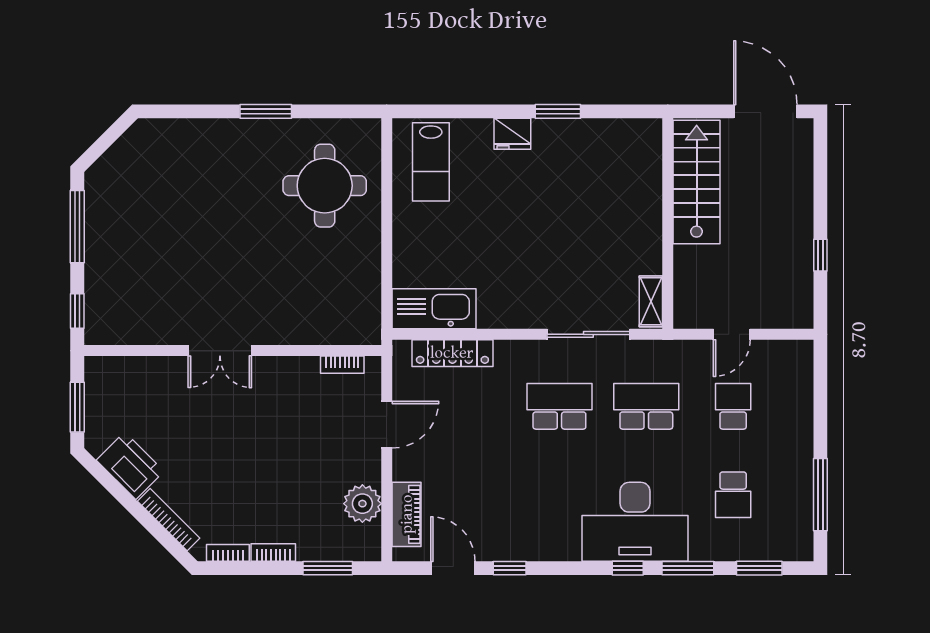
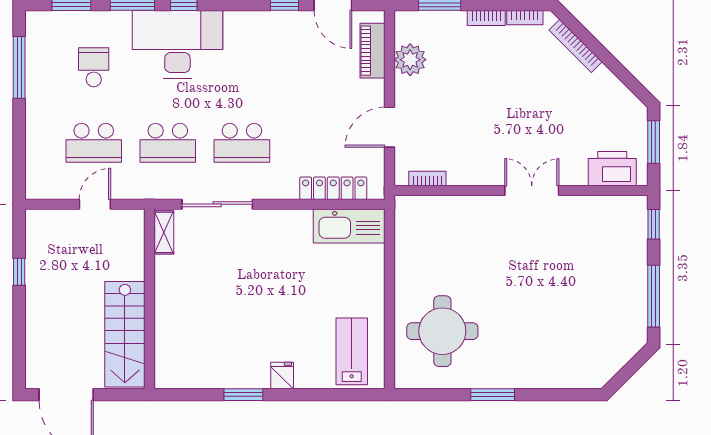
fridge: (512, 134) -> (282, 375), width x0.72
school desk: (733, 406) -> (94, 143), width x1.85
printer: (130, 466) -> (612, 169), moved, turned 135

